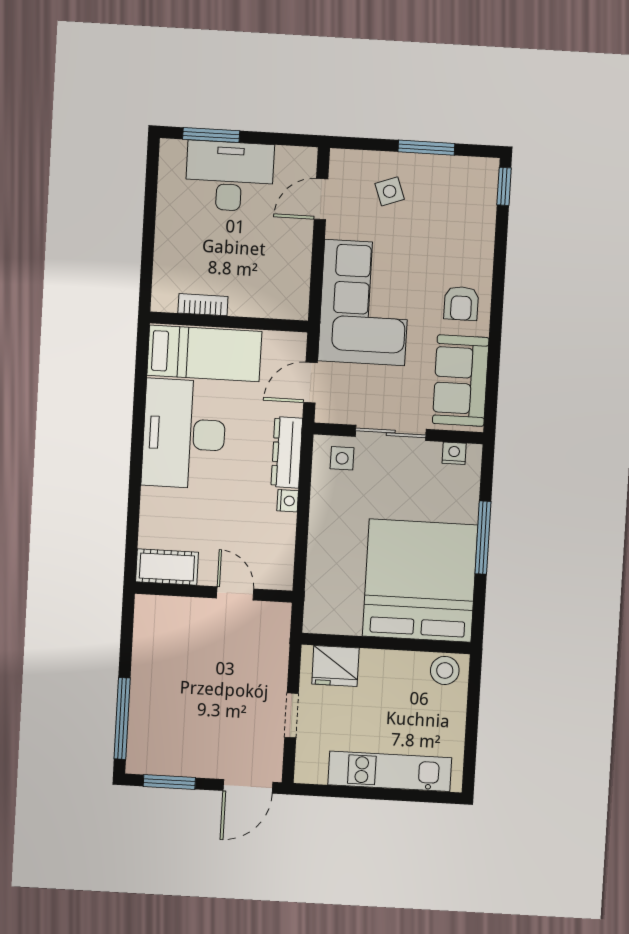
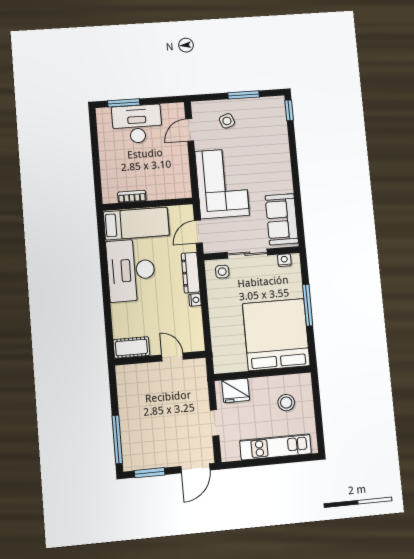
armchair: (461, 303) -> (276, 177), removed
stool: (445, 670) -> (286, 403), moved

